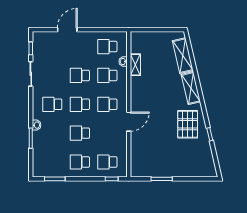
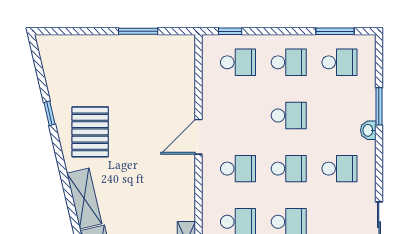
school desk: (52, 162) -> (339, 62), added

